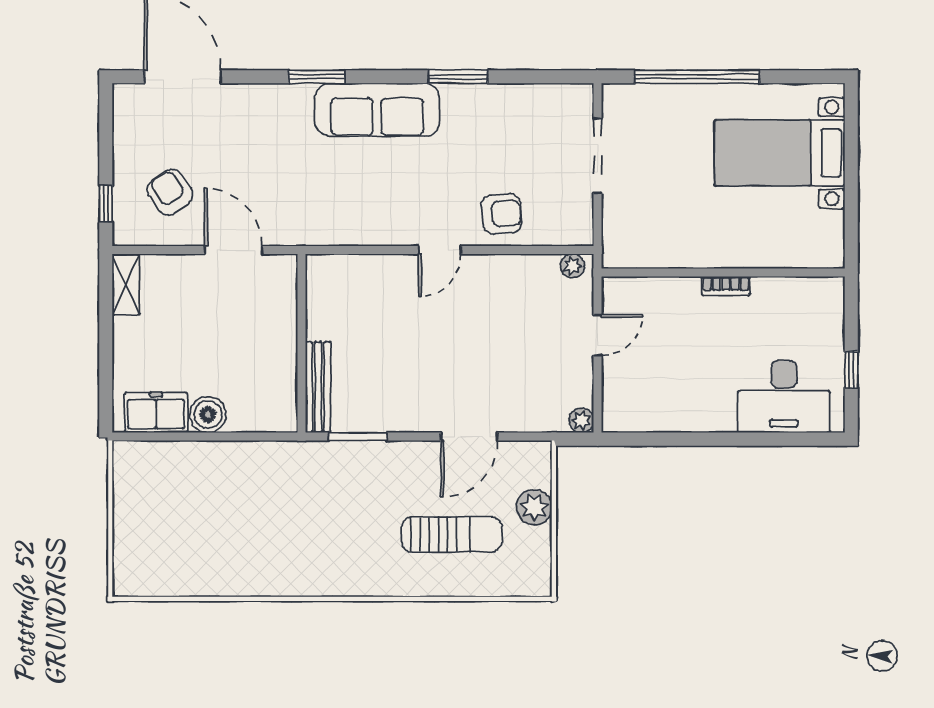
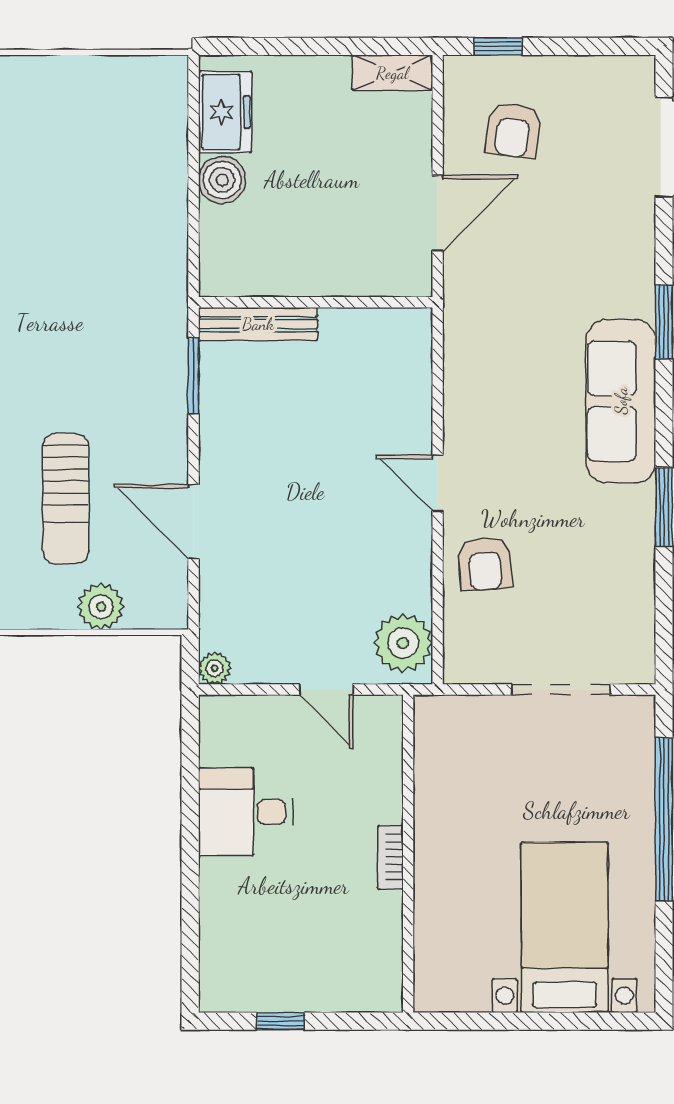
armchair: (170, 192) -> (513, 130), turned 132
plant: (573, 266) -> (403, 643), width x1.88, depth x1.88
desk: (784, 397) -> (246, 812), moved, width x0.73

